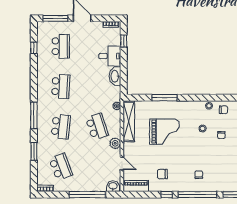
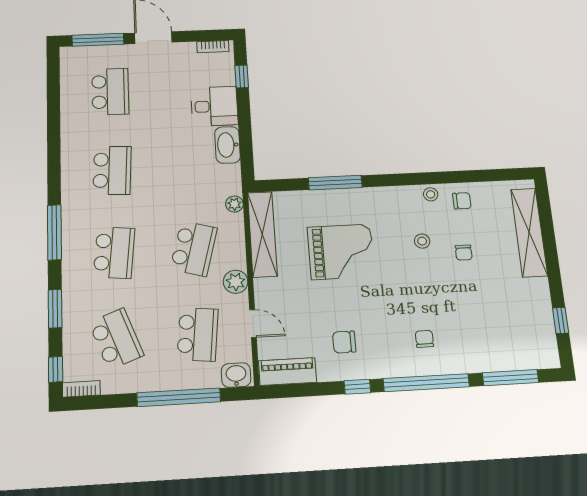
window: (34, 48) -> (56, 369), moved
school desk: (97, 127) -> (194, 249), turned 33
school desk: (97, 167) -> (198, 334), added

